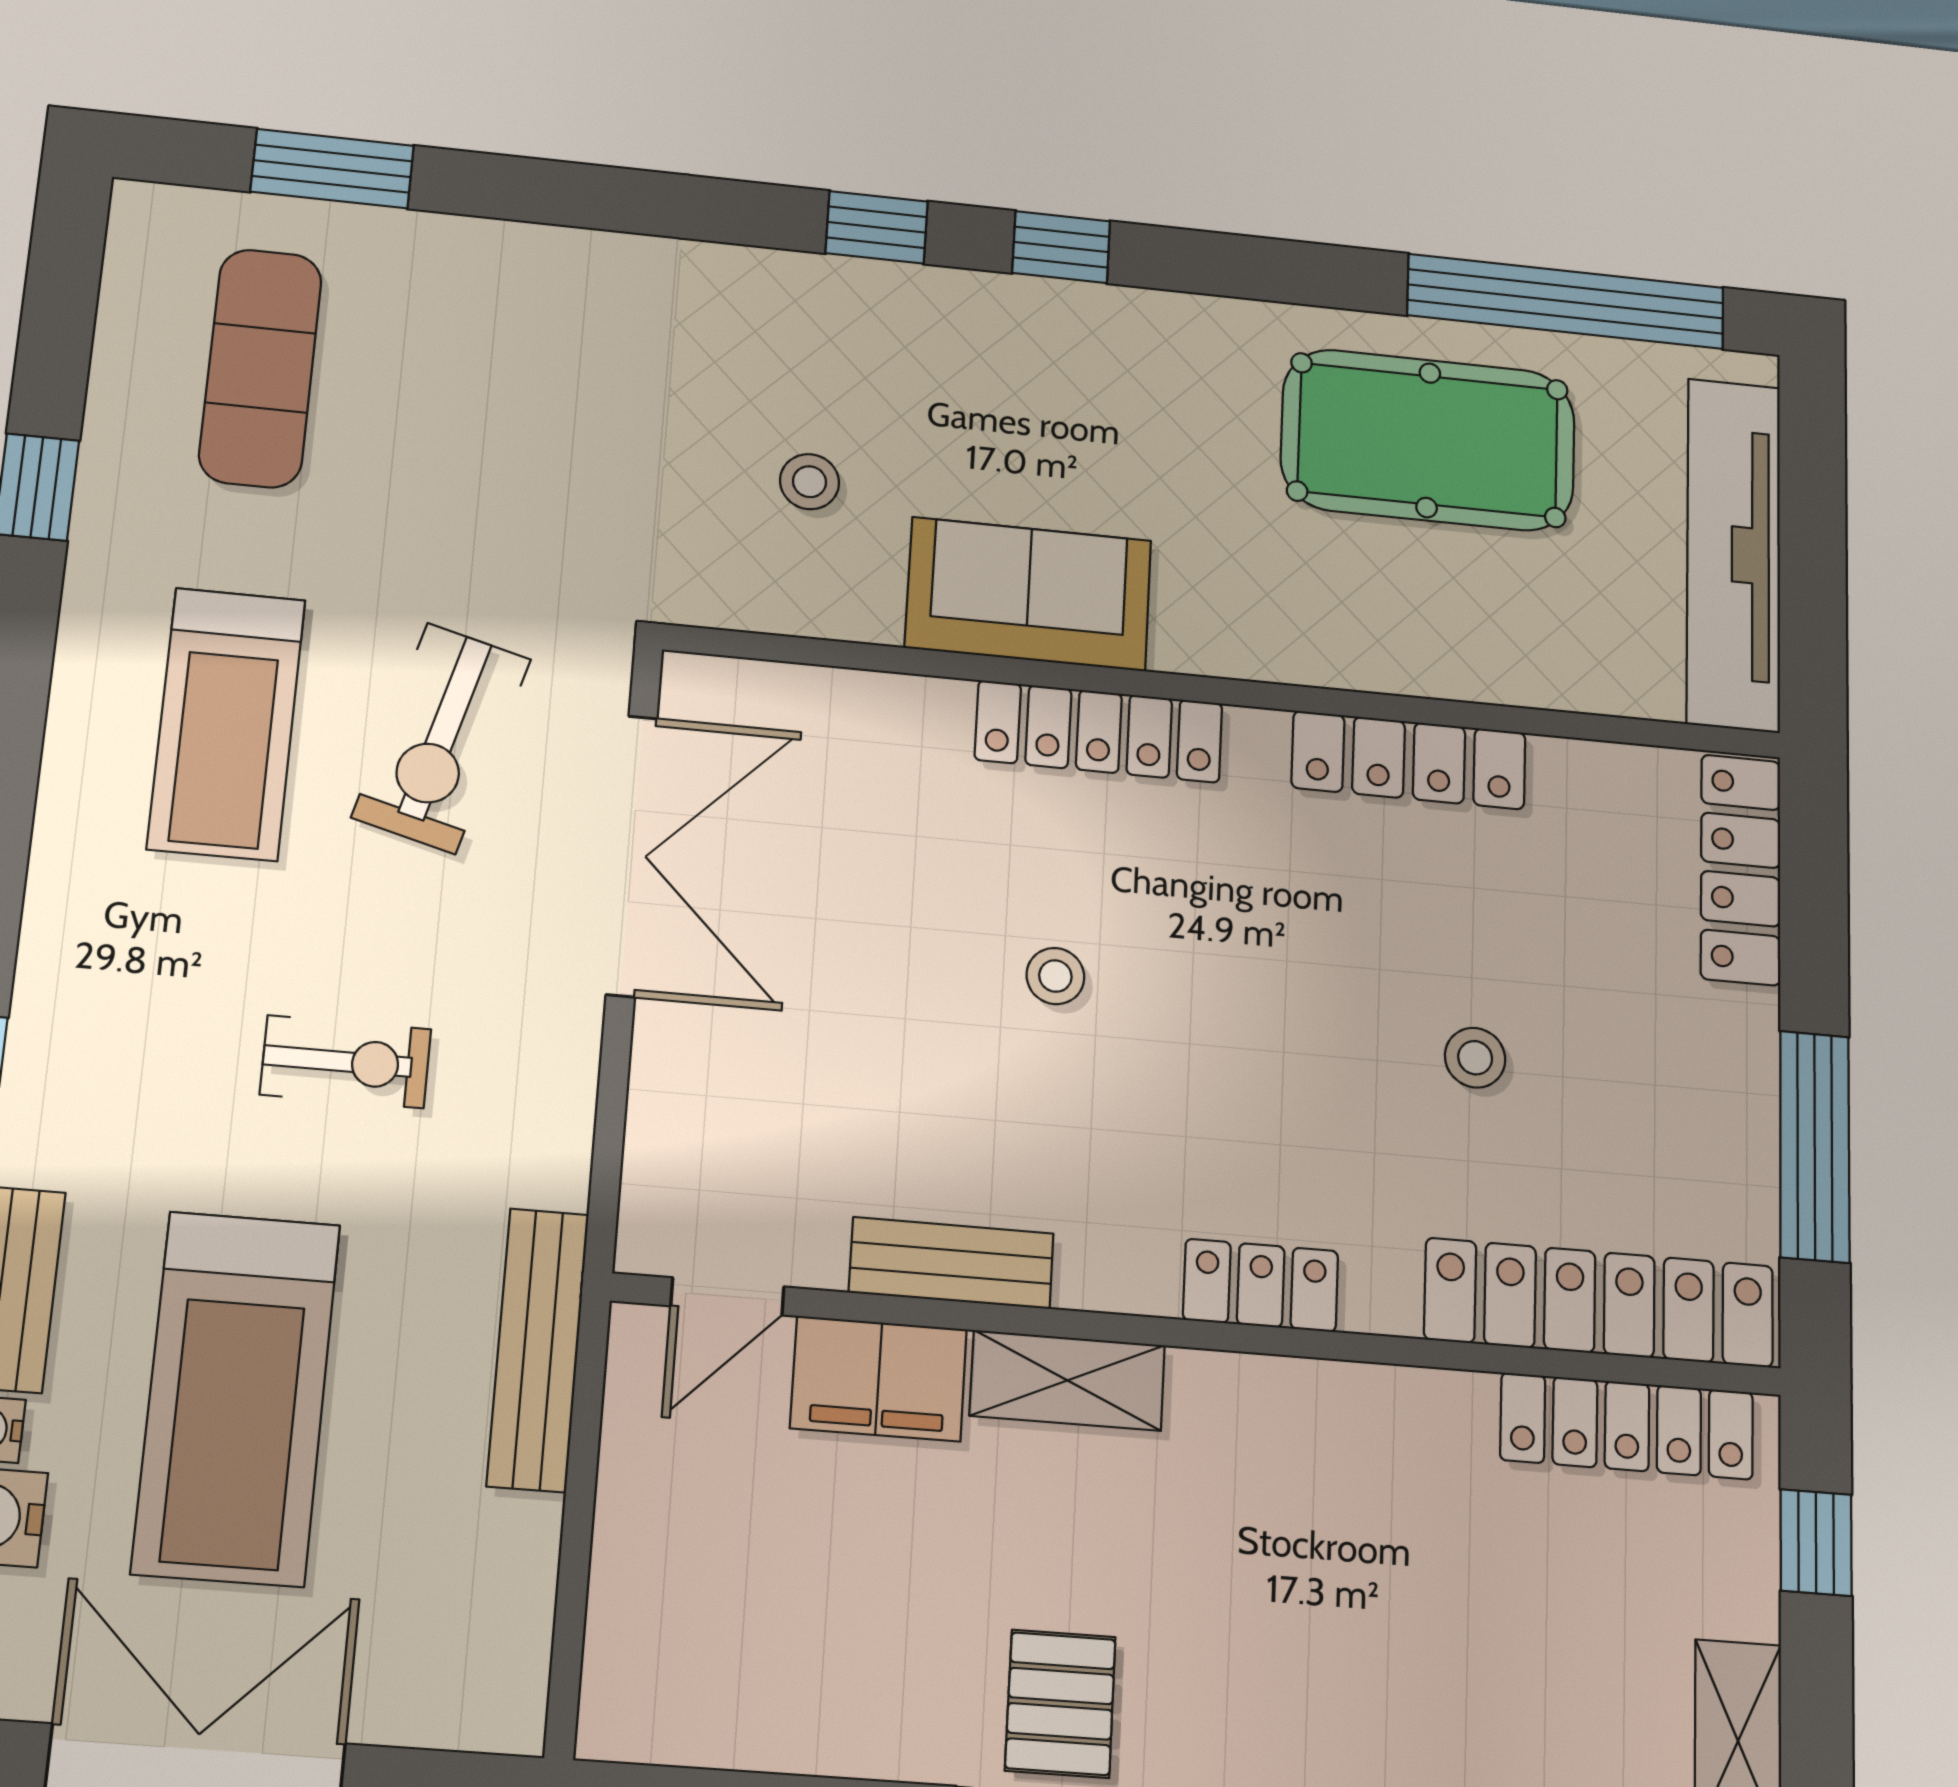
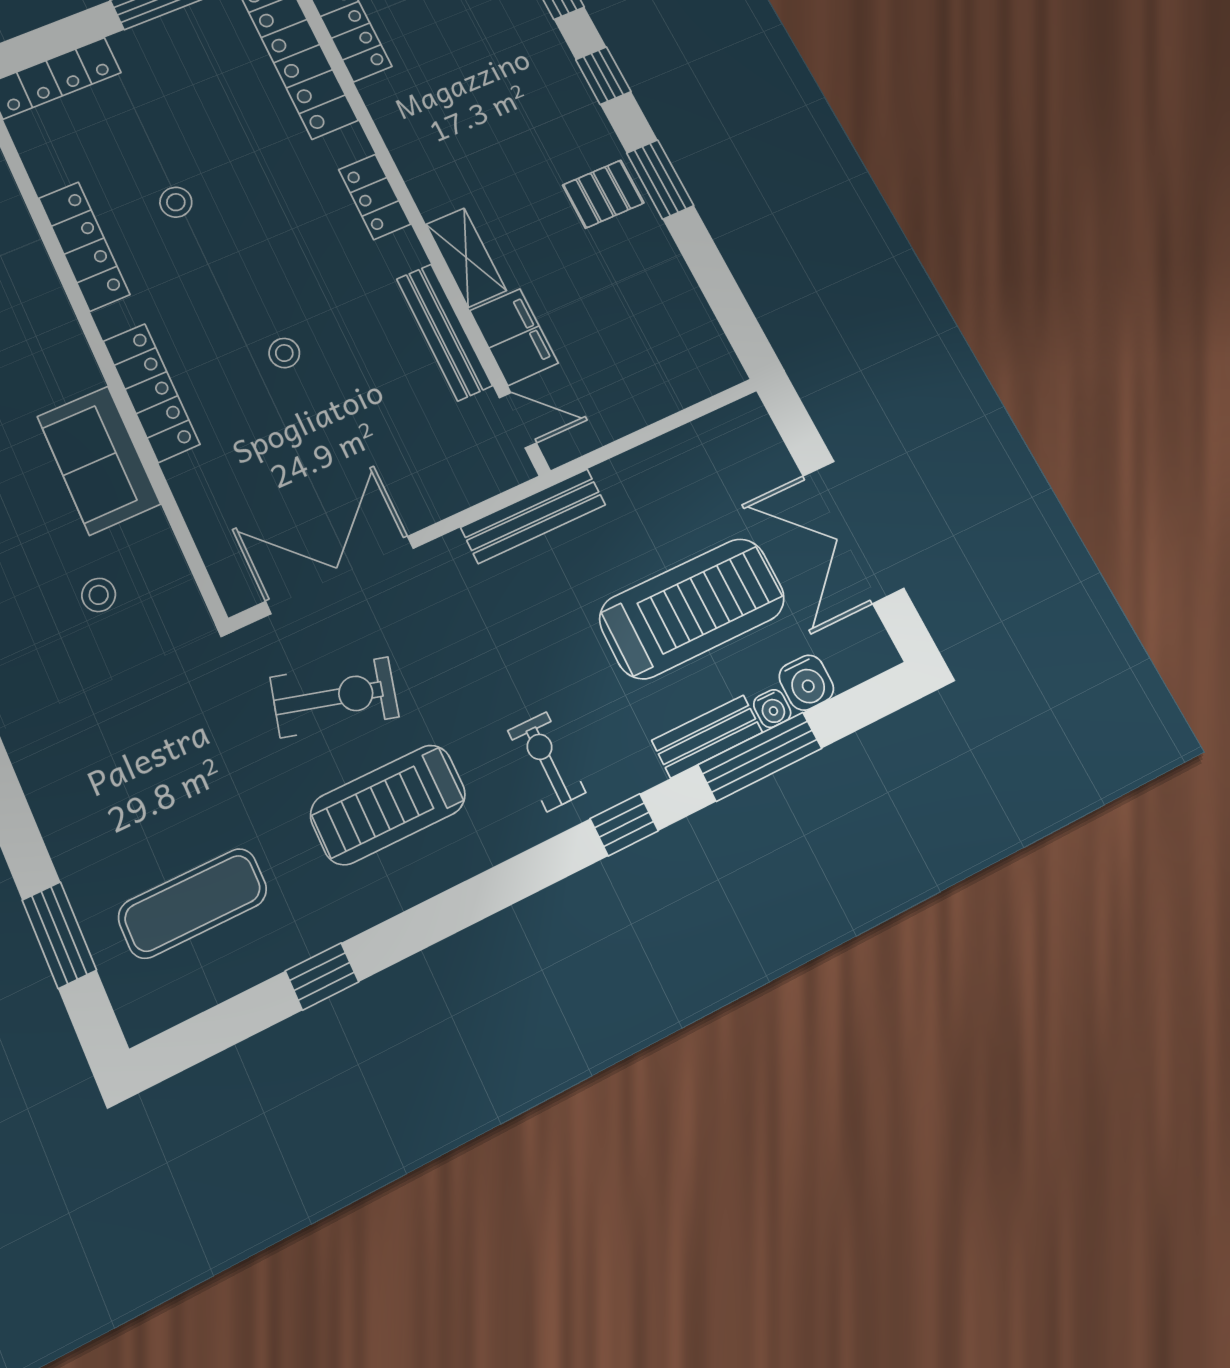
treadmill: (226, 724) -> (388, 805), turned 180
stool: (1475, 1058) -> (176, 202), moved
exercise bike: (346, 1062) -> (547, 761), moved
bench: (951, 1263) -> (444, 332), width x1.36
bench: (538, 1349) -> (533, 516), moved

